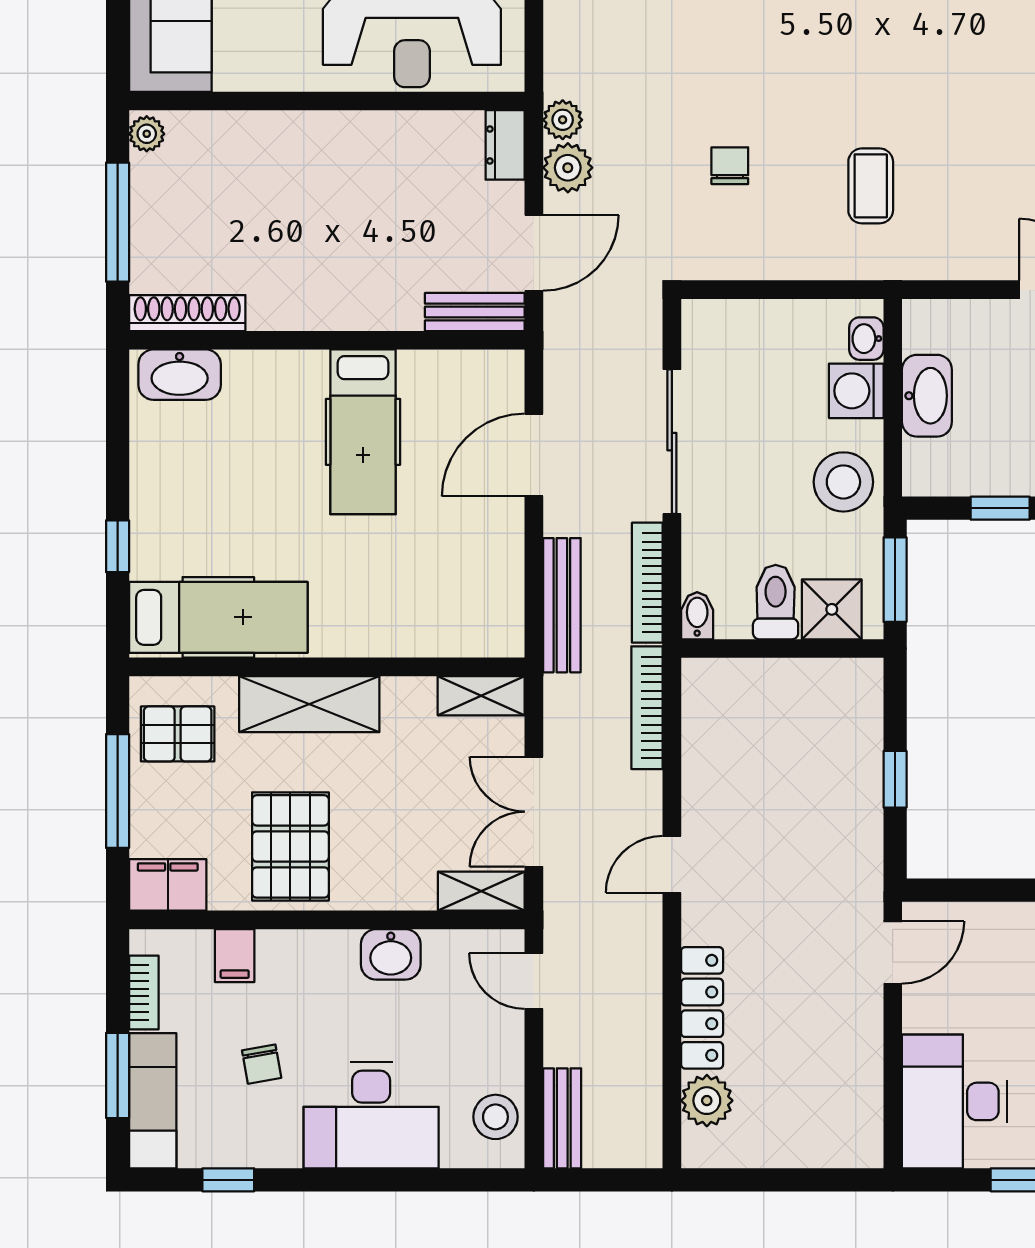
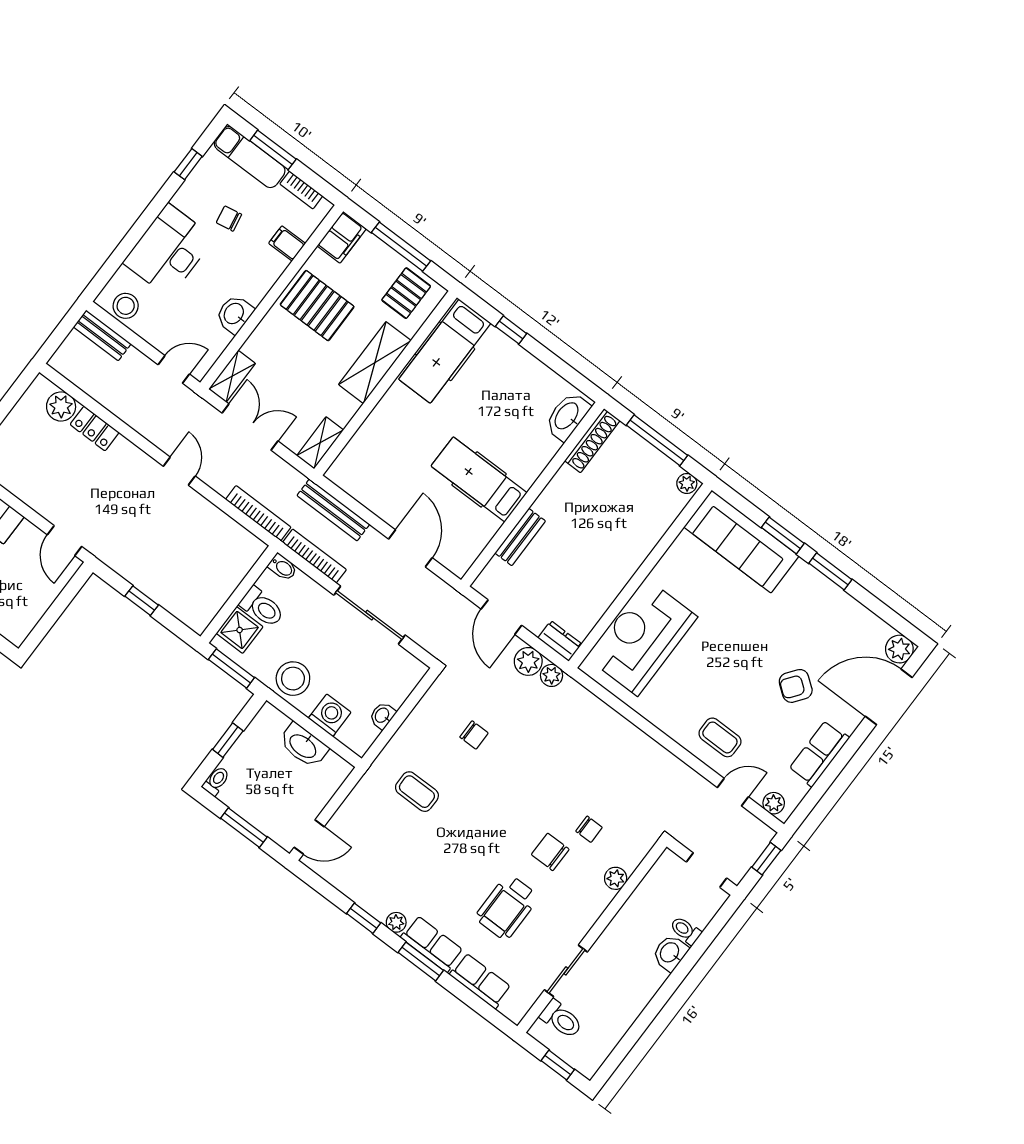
bench: (475, 312) -> (520, 537), moved
washbasin: (866, 339) -> (382, 716), moved, turned -90
locker: (702, 1008) -> (95, 428), width x0.66

